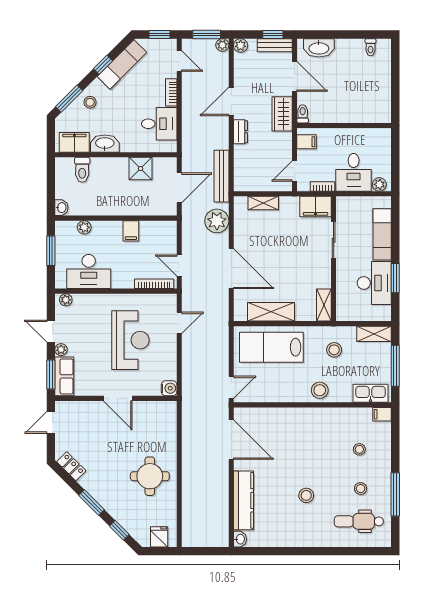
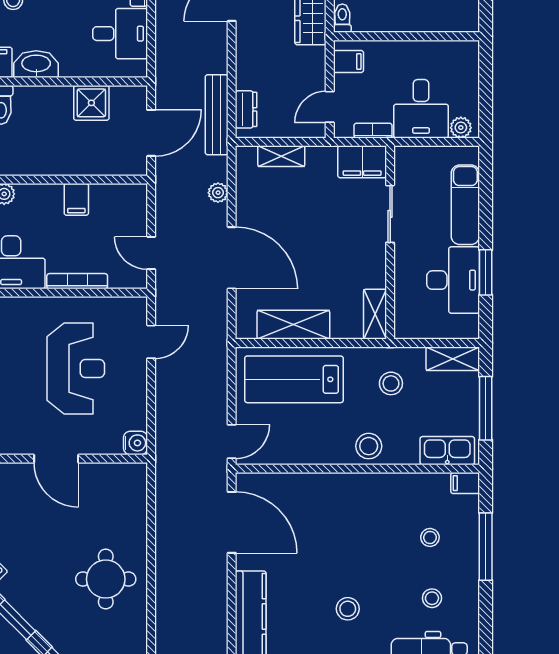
dresser: (240, 132) -> (246, 109), moved
plant: (217, 221) -> (218, 193), width x0.53, depth x0.53
bookcase: (154, 284) -> (77, 281), moved
window: (395, 494) -> (486, 547), moved

